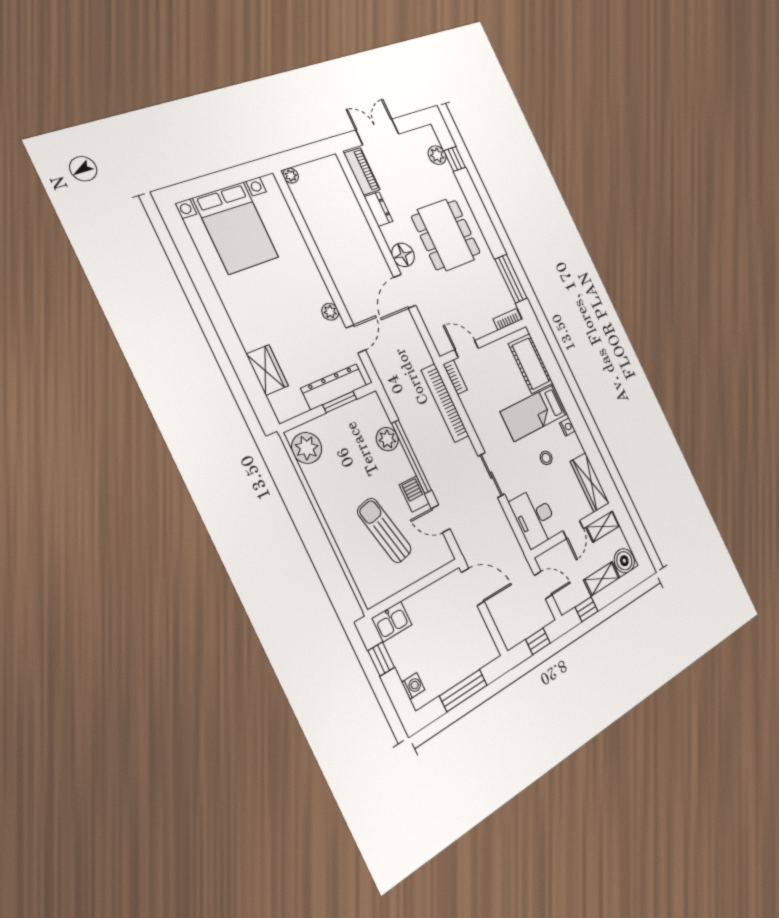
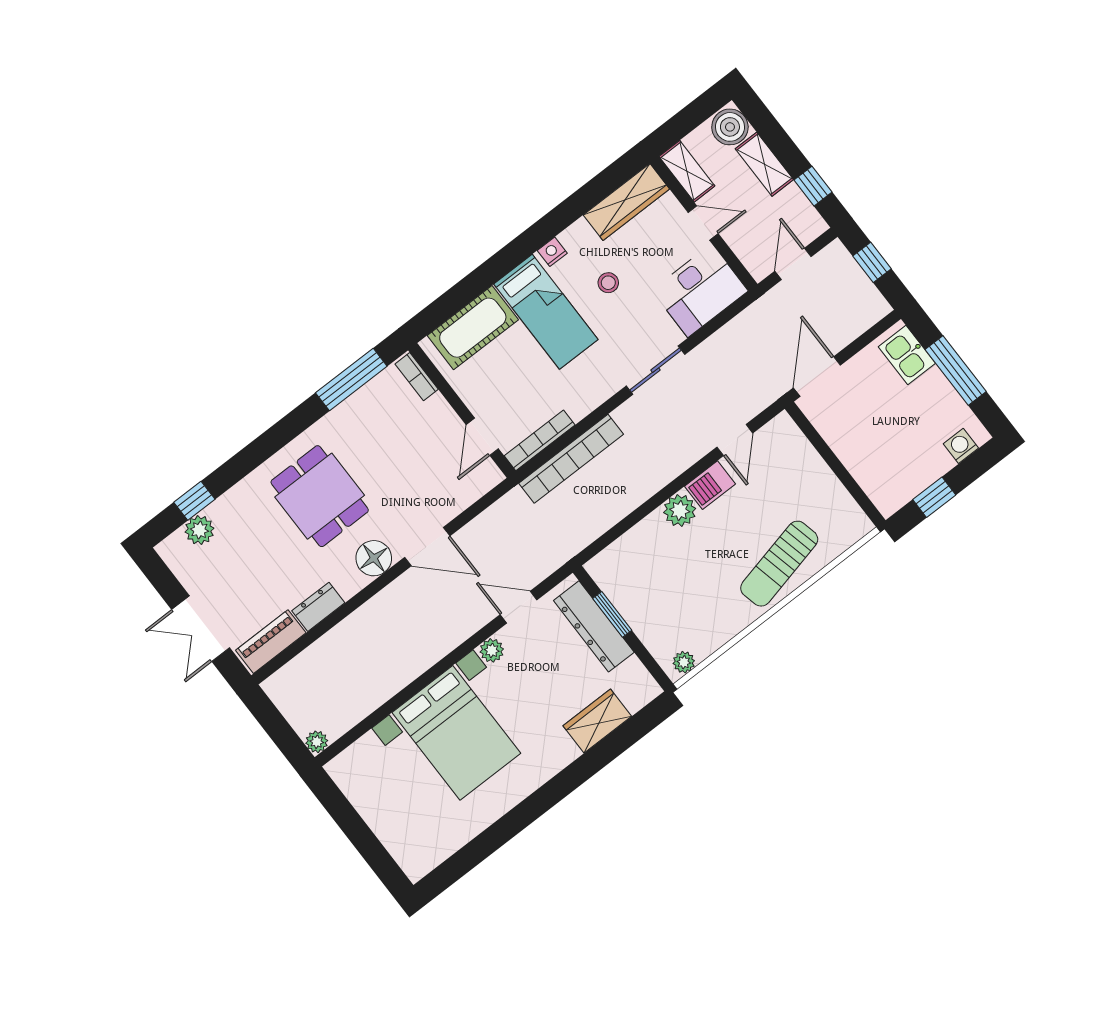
bed with nightstands: (236, 228) -> (456, 733), moved, turned 90
dining table: (446, 235) -> (320, 496), width x0.73
bookcase: (455, 377) -> (540, 440), width x1.56
plant: (387, 439) -> (680, 511), moved
plant: (307, 448) -> (684, 662), width x0.53, depth x0.53
window: (411, 457) -> (660, 498), removed
sun lounger: (384, 530) -> (779, 564), moved
kitchen sink: (392, 622) -> (907, 355), moved, turned 180

